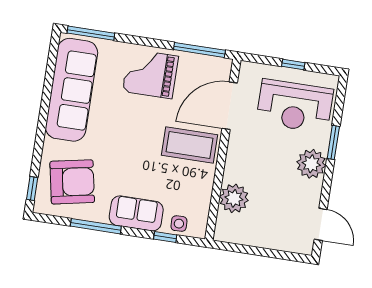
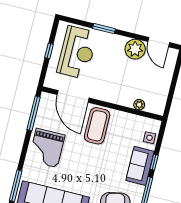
plant: (311, 164) -> (135, 49), moved
plant: (234, 198) -> (139, 105), width x0.53, depth x0.53
door: (321, 224) -> (159, 42), swing flipped
window: (165, 237) -> (154, 162), moved

